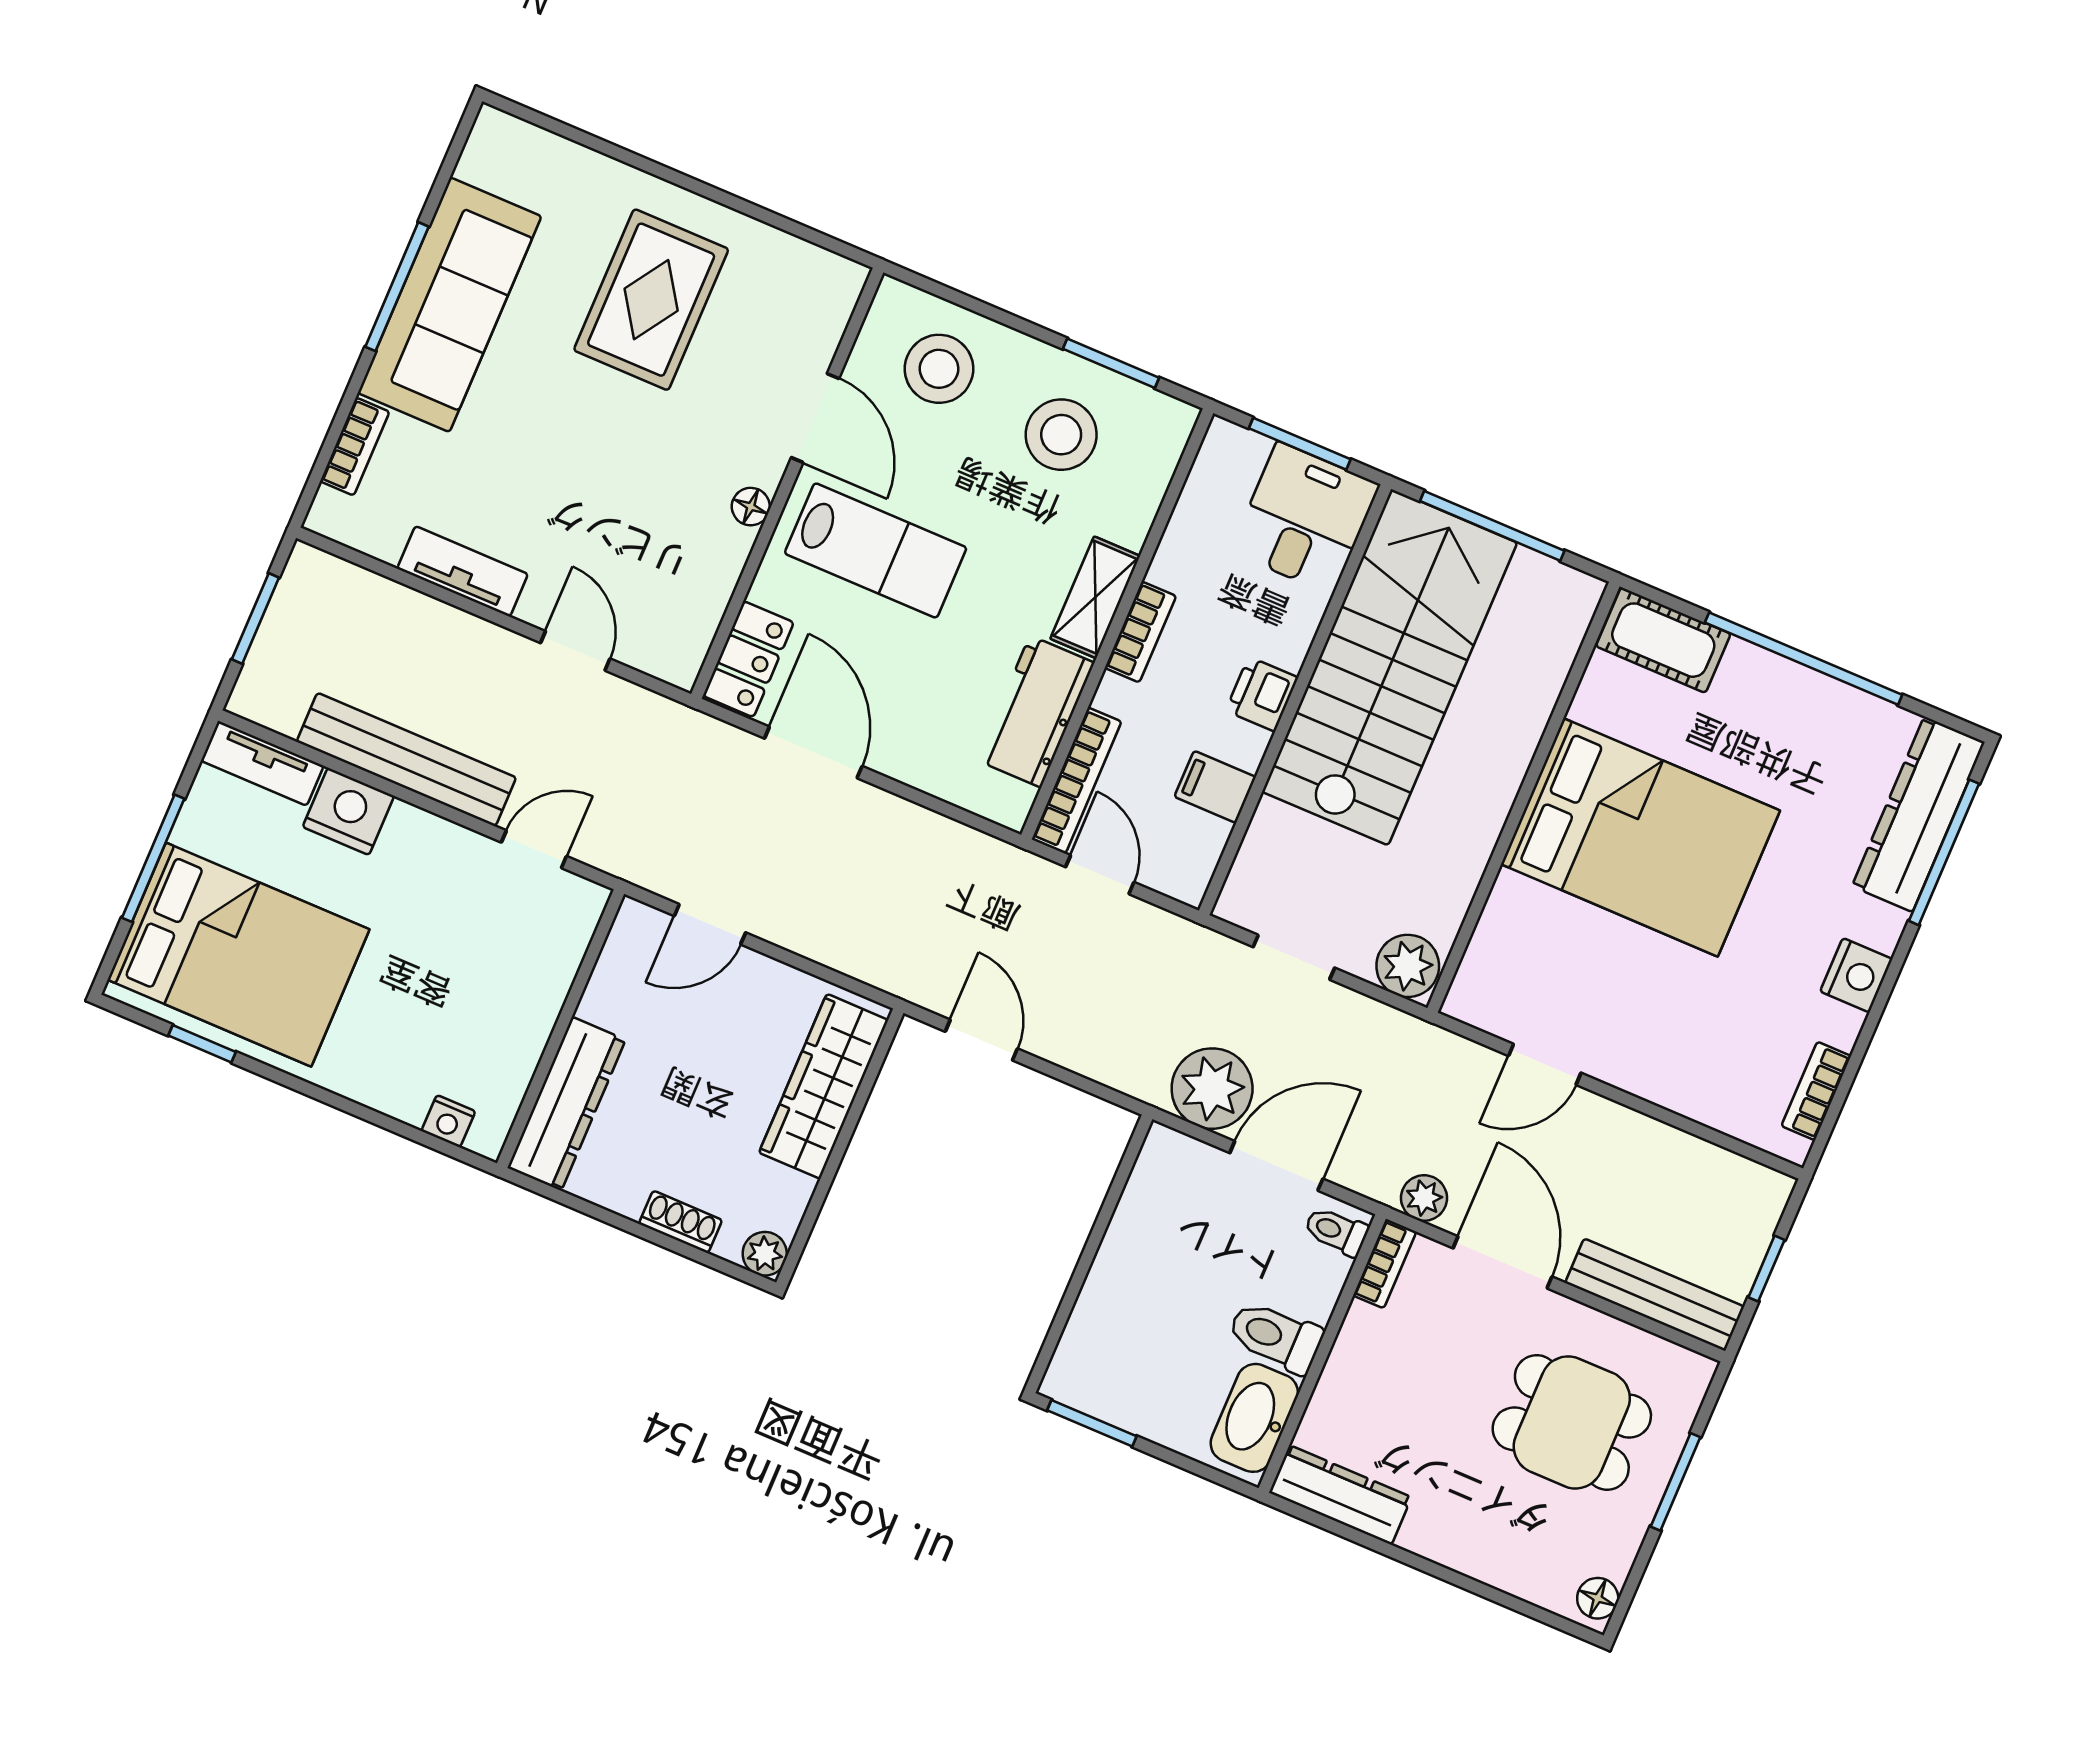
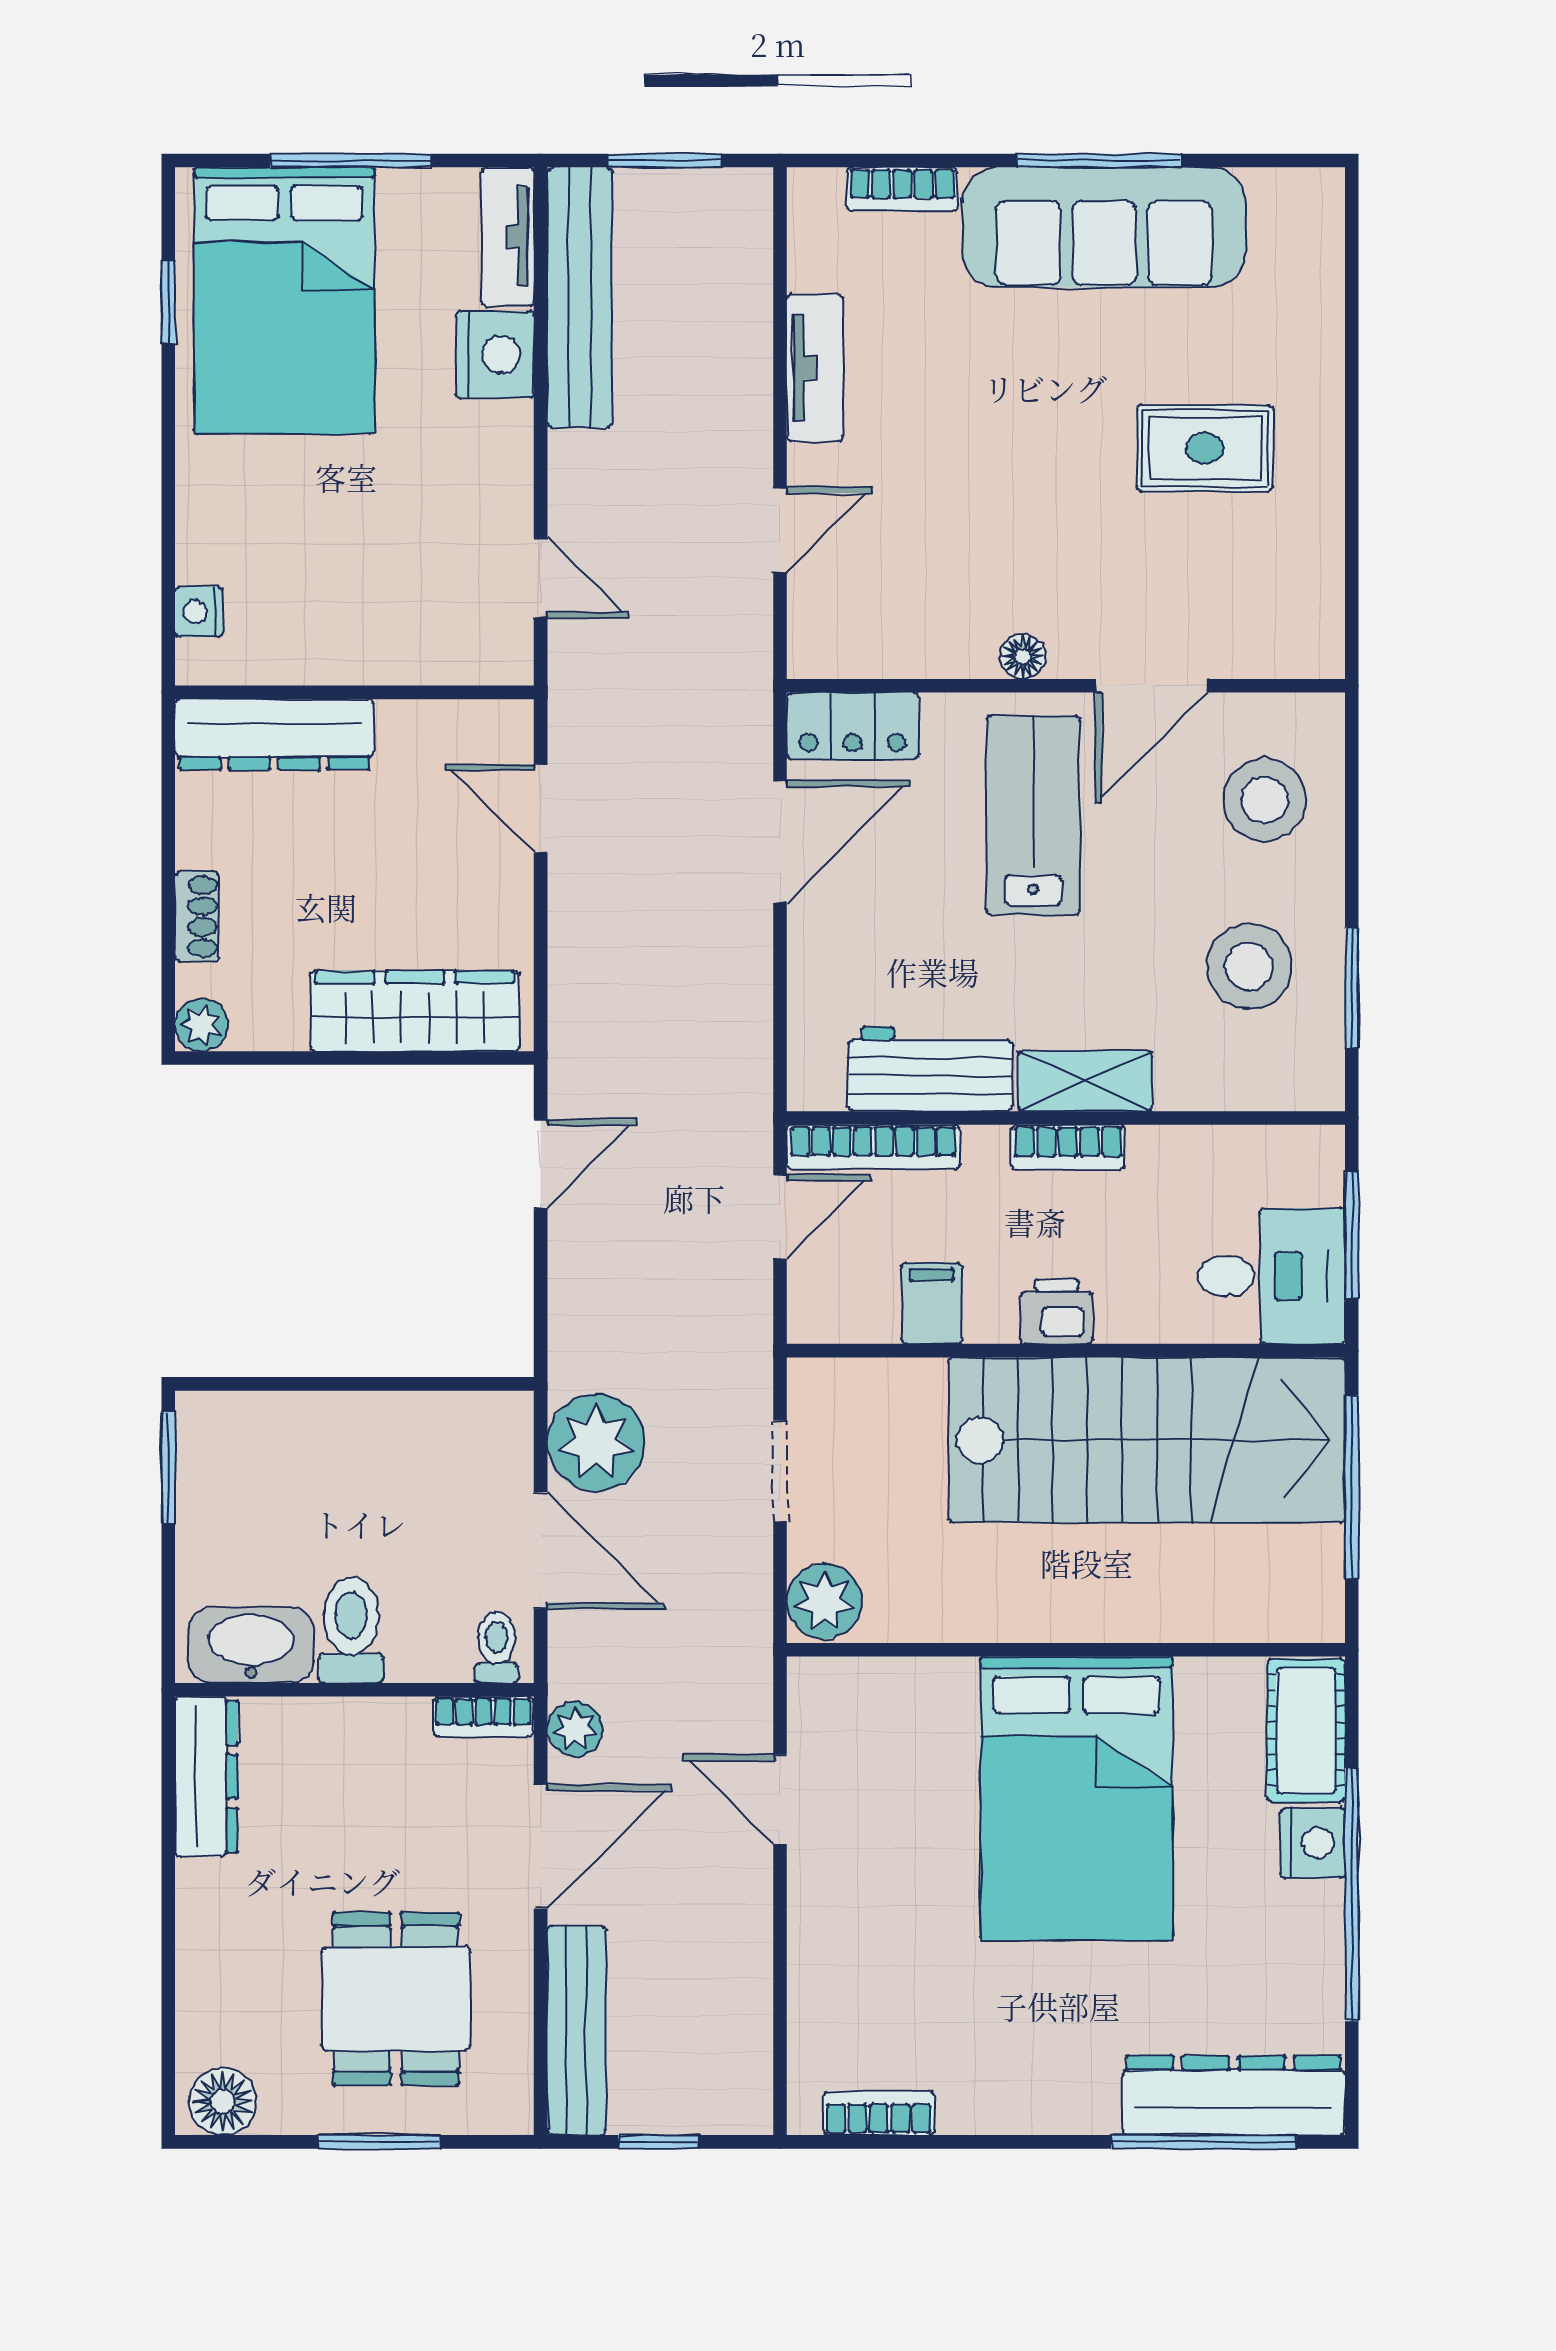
rug: (651, 300) -> (1205, 448), width x0.73, depth x0.70
lab bench: (876, 550) -> (1033, 815), turned 180
bench: (406, 760) -> (580, 297), moved
nightstand: (1856, 975) -> (1313, 1843), moved, turned -90
floor lamp: (1598, 1598) -> (223, 2101), width x1.37, depth x1.37

